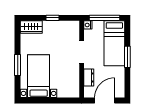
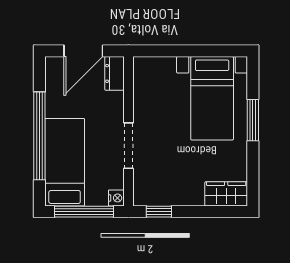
window: (52, 18) -> (159, 212), moved
window: (127, 57) -> (39, 136), width x2.11
dresser: (89, 77) -> (115, 73), moved

